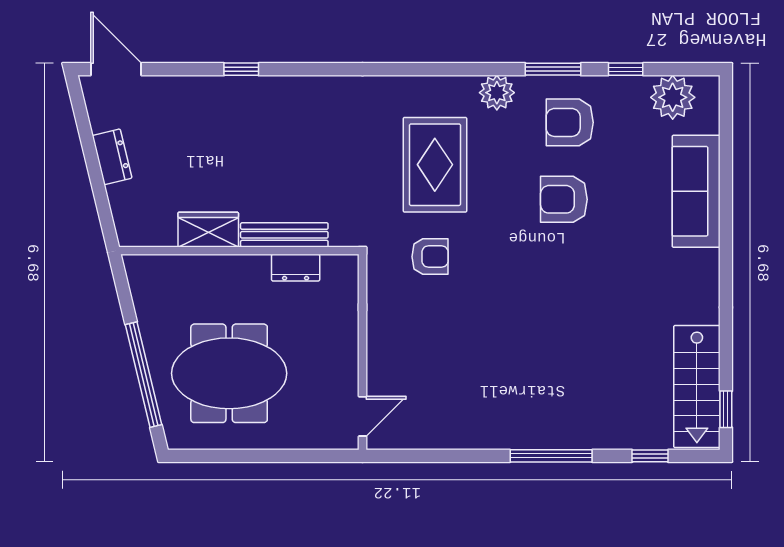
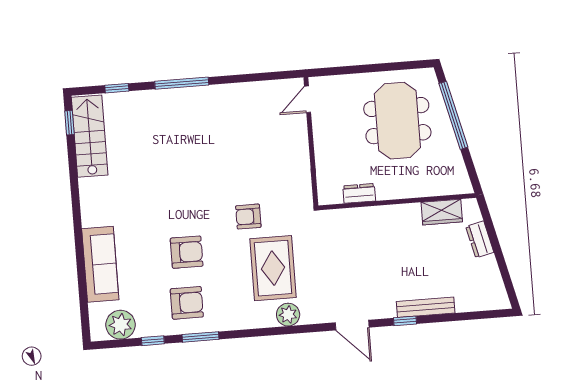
door: (116, 69) -> (352, 325), moved
plant: (497, 93) -> (288, 315), moved
dresser: (112, 157) -> (480, 239), moved
wardrobe: (208, 230) -> (442, 212), moved
bench: (284, 235) -> (426, 307), moved
armchair: (430, 257) -> (248, 217), moved
meeting table: (229, 373) -> (397, 121), turned 90

